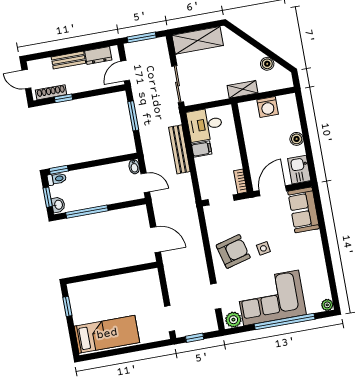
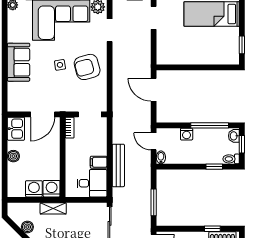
washing machine: (248, 111) -> (52, 189), added
window: (59, 170) -> (214, 167), moved
washing machine: (111, 197) -> (187, 134), added
sofa: (304, 210) -> (19, 62), moved

